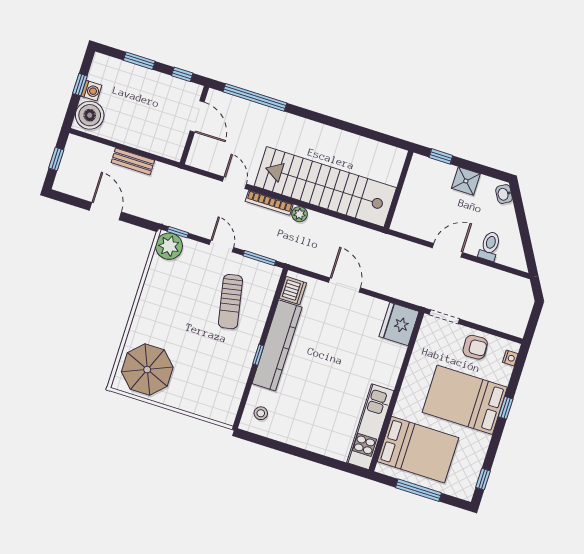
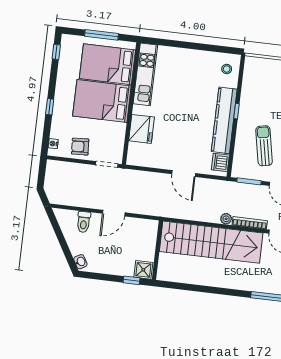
shower: (466, 181) -> (143, 270), moved
fridge: (399, 324) -> (141, 129), moved
bed: (465, 400) -> (102, 101), moved, turned 180

